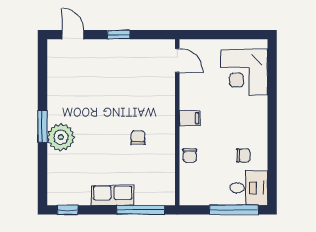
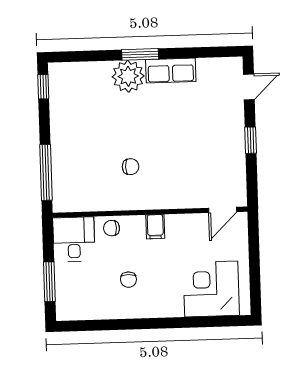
chair: (243, 156) -> (128, 280), moved
desk: (249, 188) -> (74, 239), moved, turned 180
row of seats: (113, 195) -> (171, 71), moved, turned 90
window: (234, 210) -> (49, 282), width x0.69

